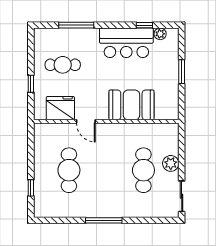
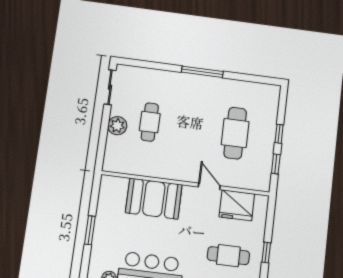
window: (31, 84) -> (266, 252), moved
window: (31, 148) -> (276, 164), added
cafe table: (143, 170) -> (150, 122), width x0.73, depth x0.74
window: (31, 188) -> (279, 134), moved

